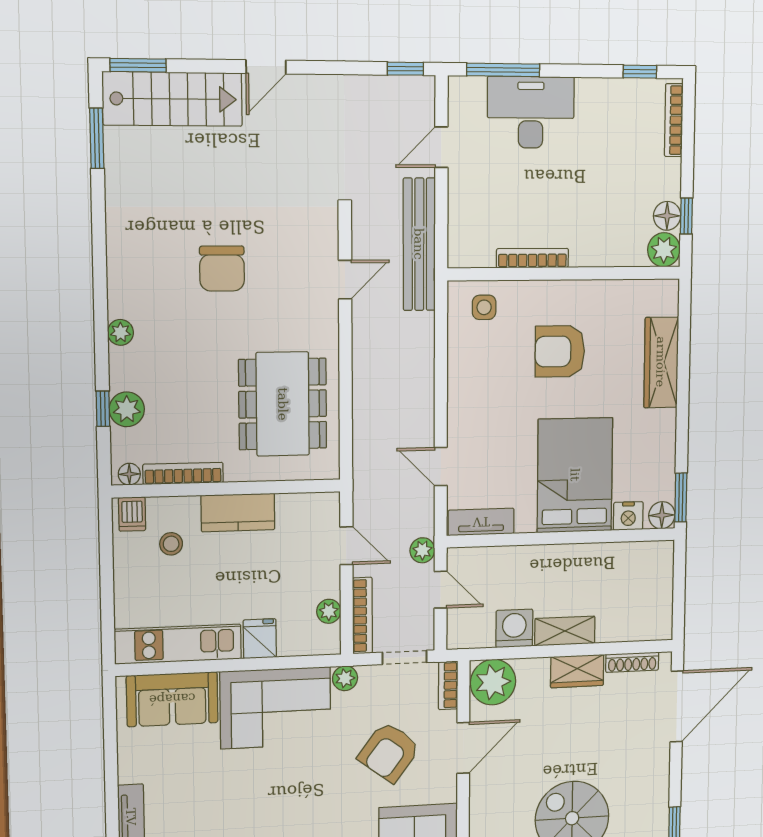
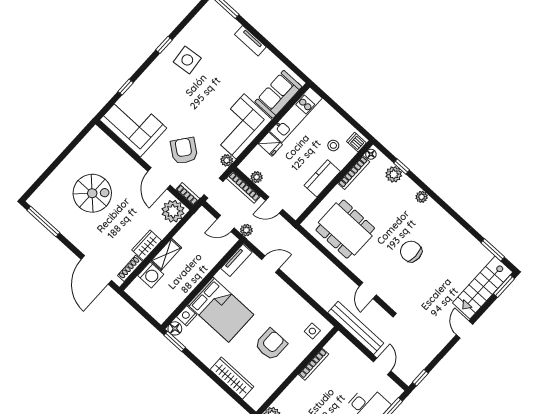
washing machine: (514, 628) -> (151, 275), moved

